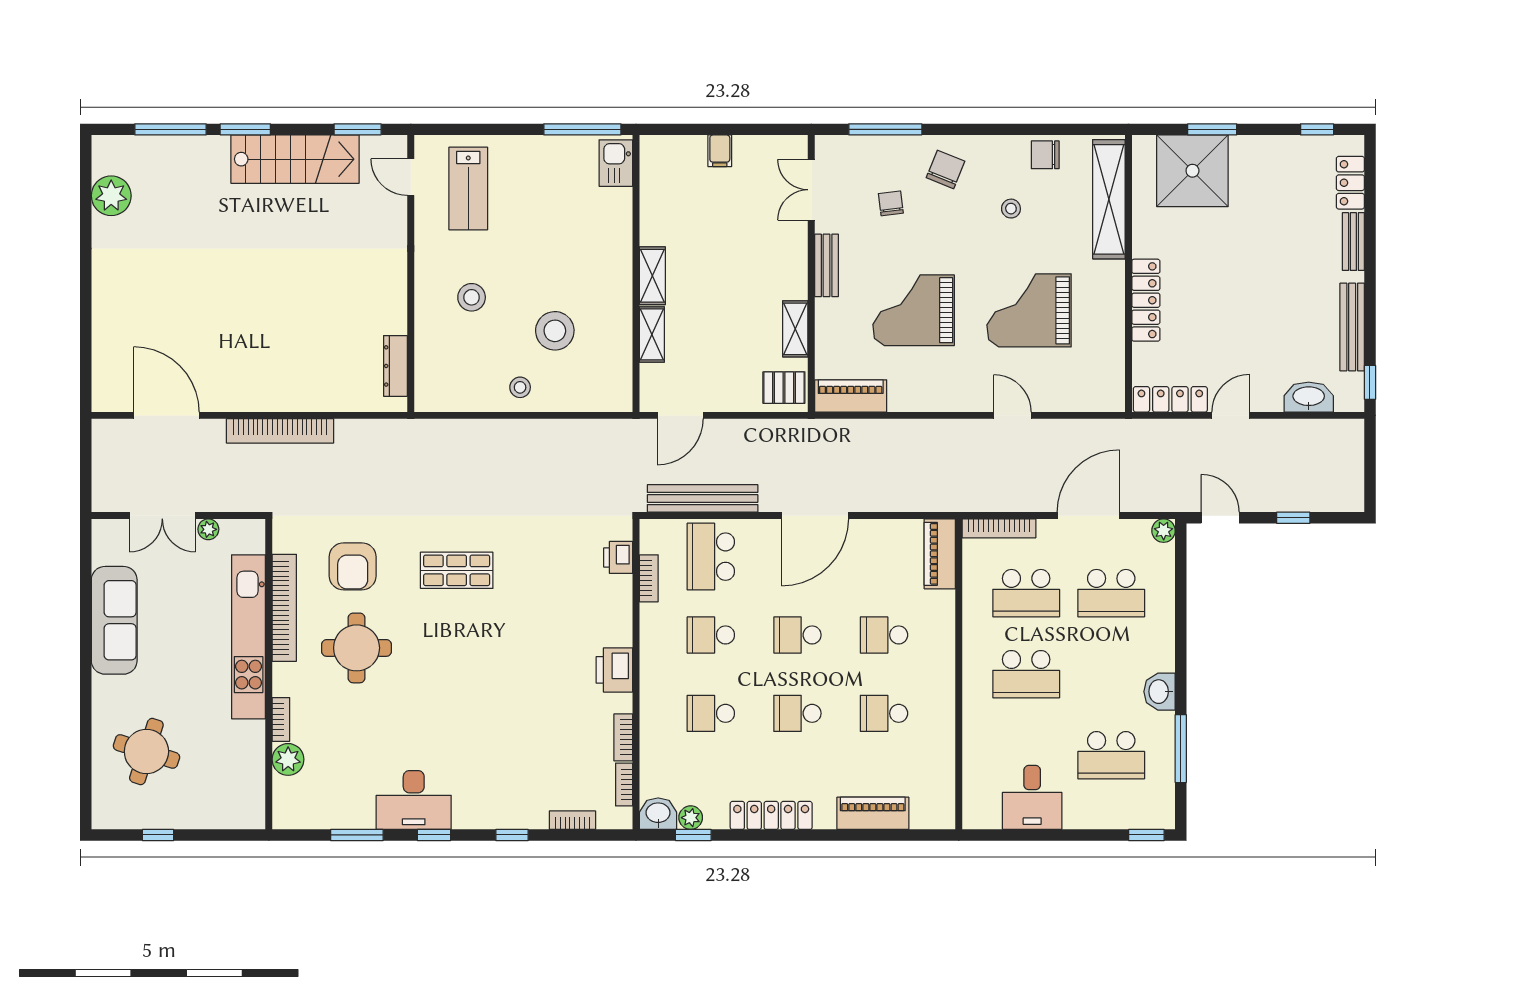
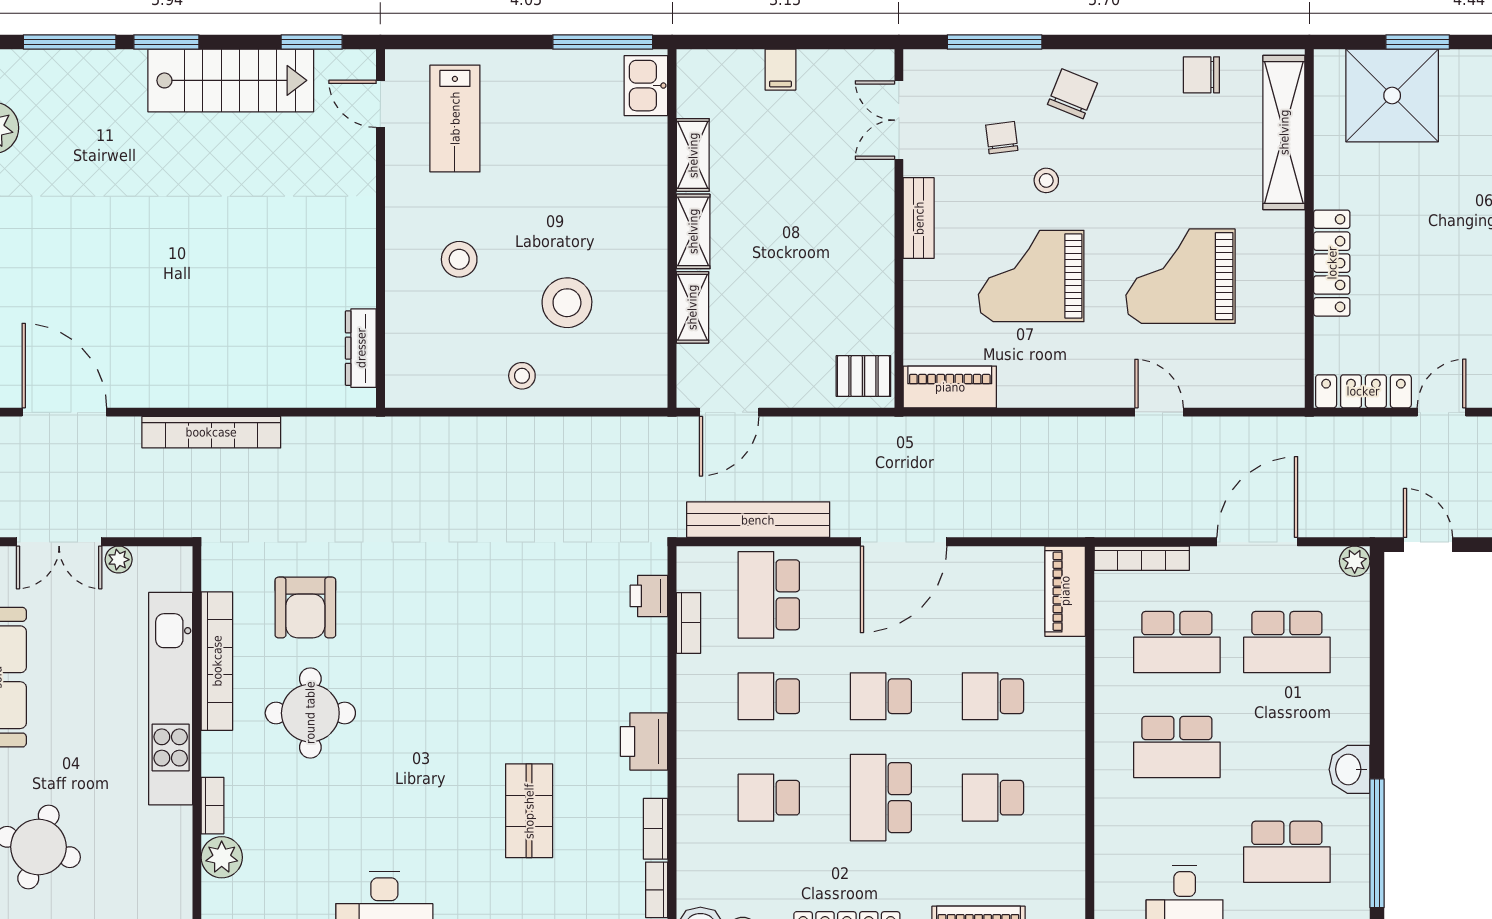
stool: (1011, 209) -> (1046, 180), moved
shelving: (795, 329) -> (693, 155), moved
shop shelf: (457, 570) -> (529, 811), moved, turned 90
school desk: (797, 713) -> (881, 798), width x1.85
window: (1181, 749) -> (1377, 843), width x1.46

